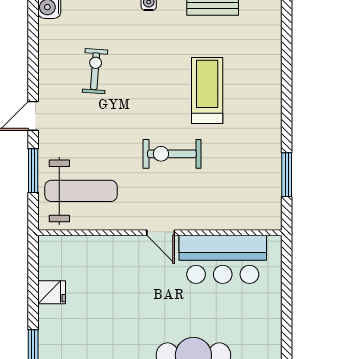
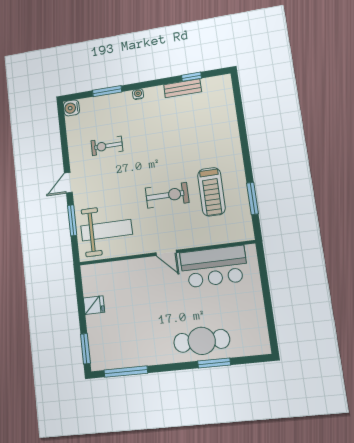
exercise bike: (95, 71) -> (107, 146), turned -94
treadmill: (207, 90) -> (211, 192), moved, turned 180
exercise bike: (172, 154) -> (167, 195), turned 180

